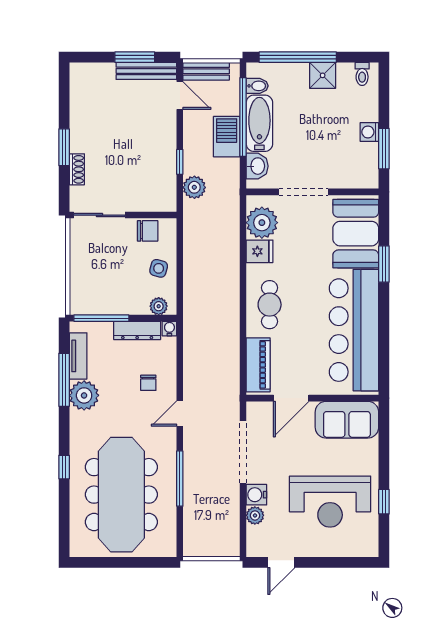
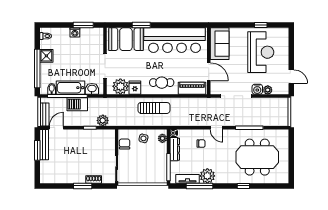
sun lounger: (219, 289) -> (154, 108), added
meeting table: (121, 495) -> (257, 157), width x0.73

